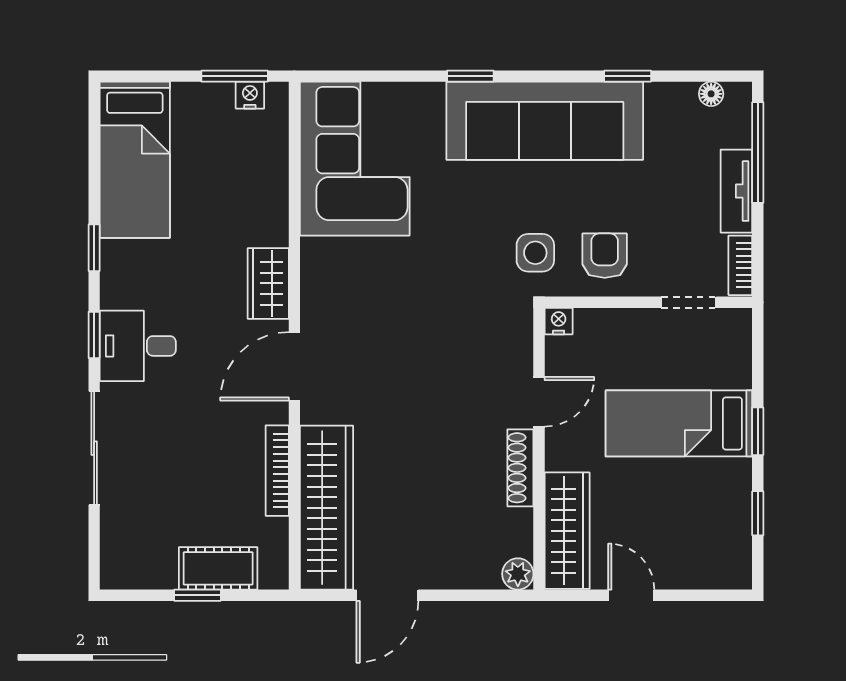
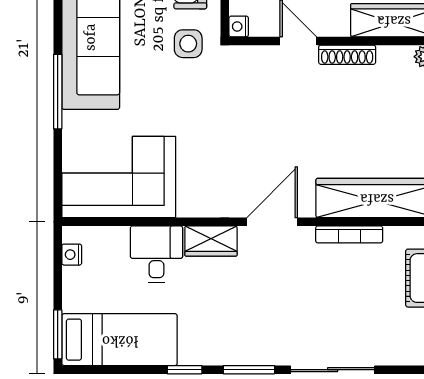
window: (235, 76) -> (58, 334), moved
window: (470, 76) -> (58, 92), width x2.17
window: (94, 335) -> (249, 370), width x1.50
desk: (138, 346) -> (156, 254), moved, turned 180
door: (294, 366) -> (272, 222), swing flipped

